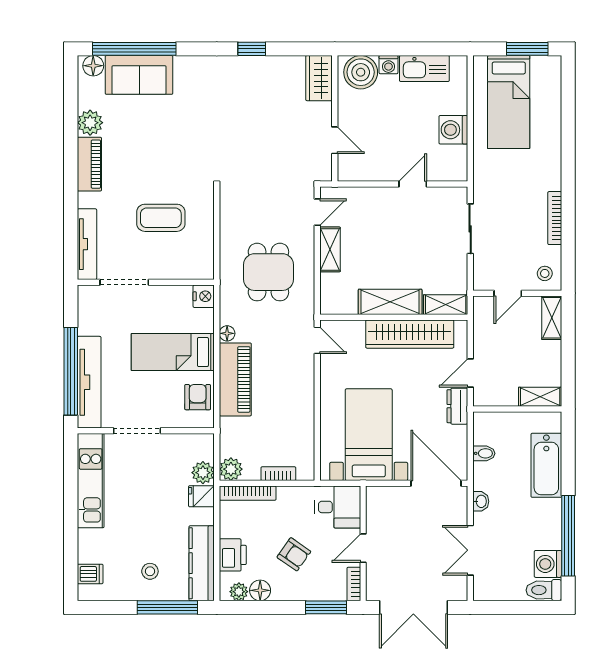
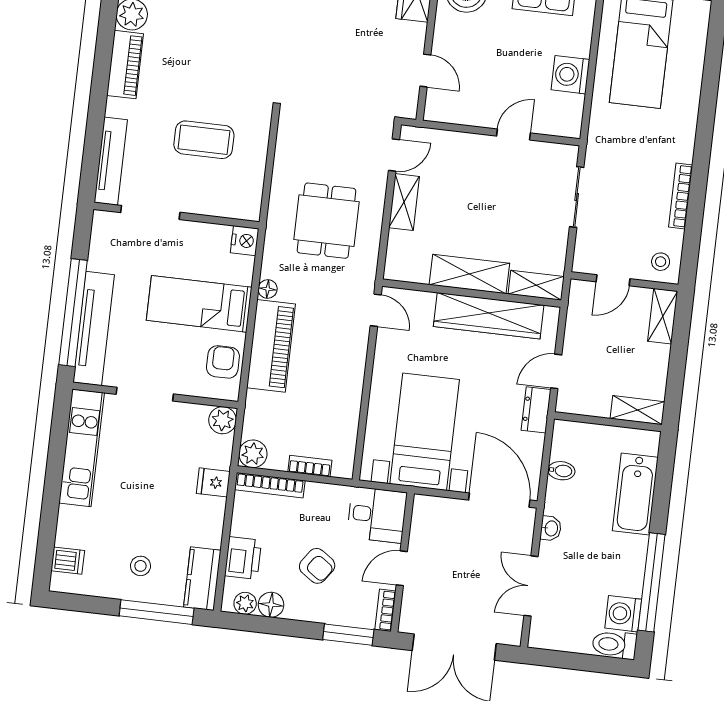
plant: (203, 473) -> (223, 420), moved
kitchen counter: (202, 563) -> (202, 579), width x0.67

